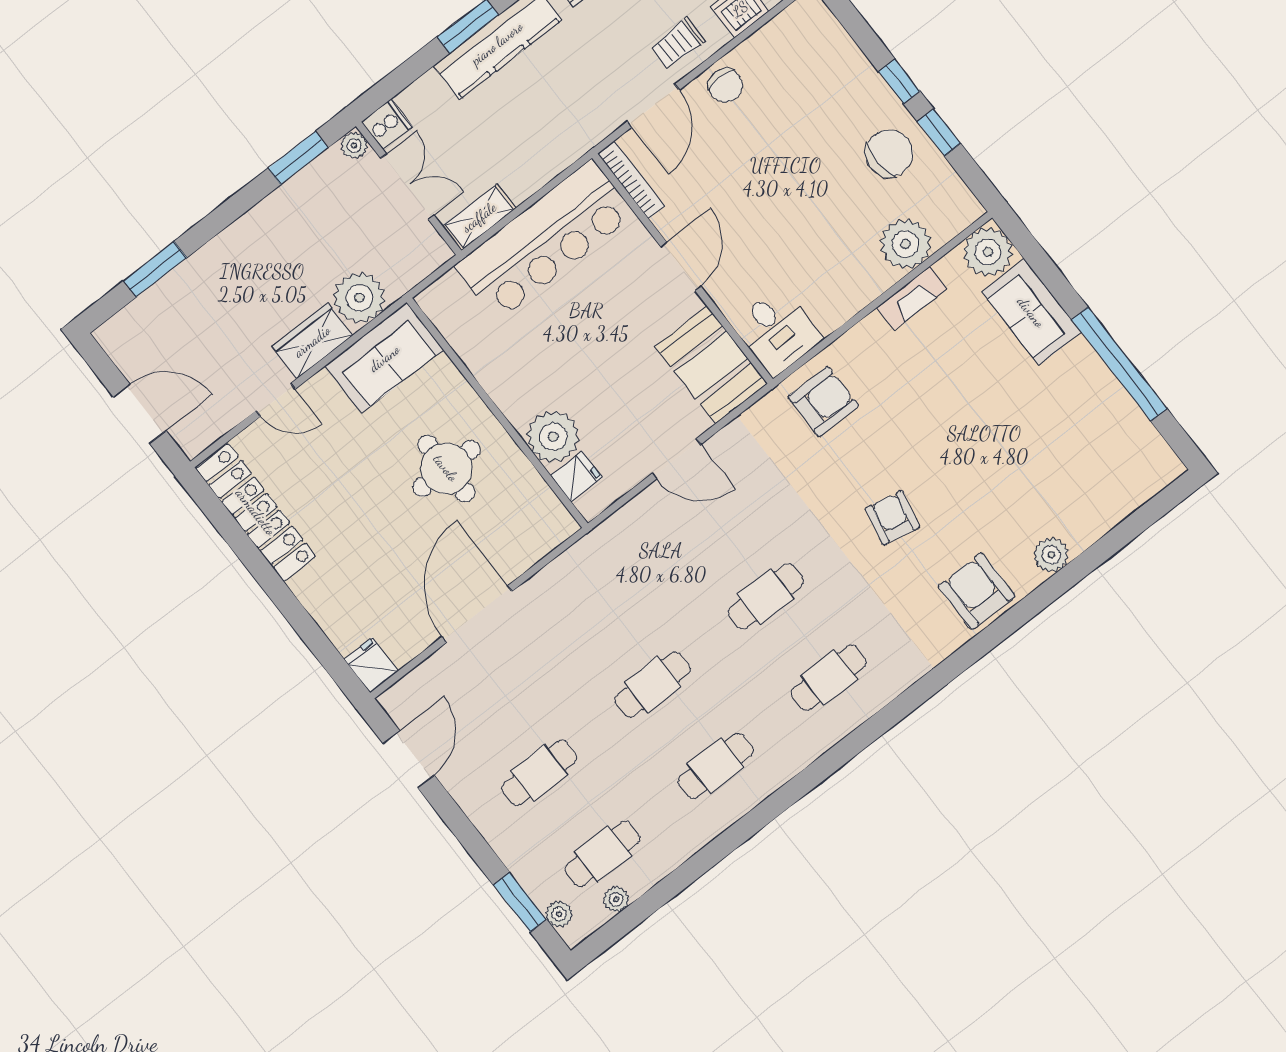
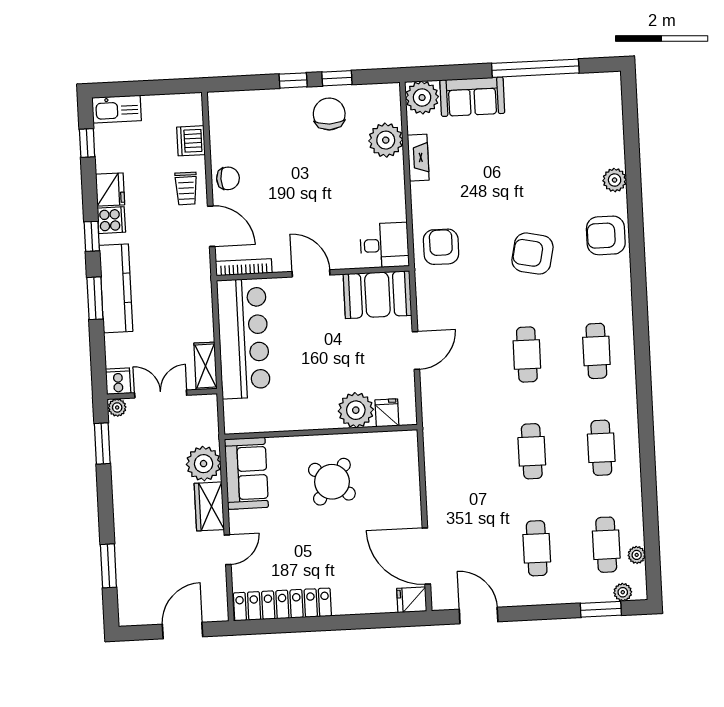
round table: (446, 468) -> (332, 482), turned 38
armchair: (893, 518) -> (532, 254), width x1.38, depth x1.38
door: (477, 614) -> (426, 556), moved

